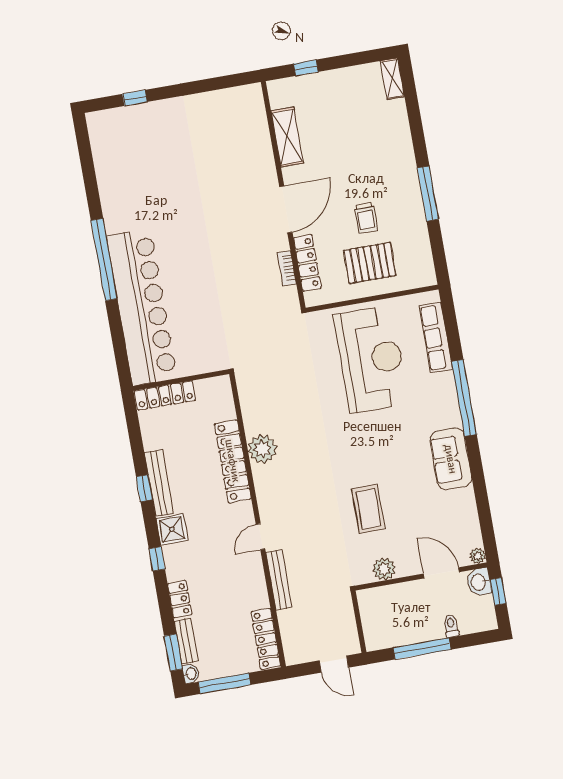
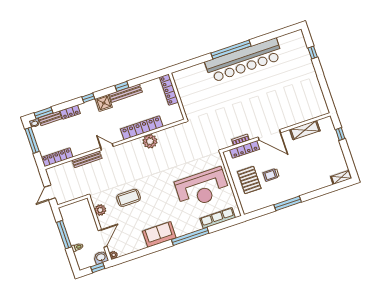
bar counter: (142, 307) -> (244, 60), moved

